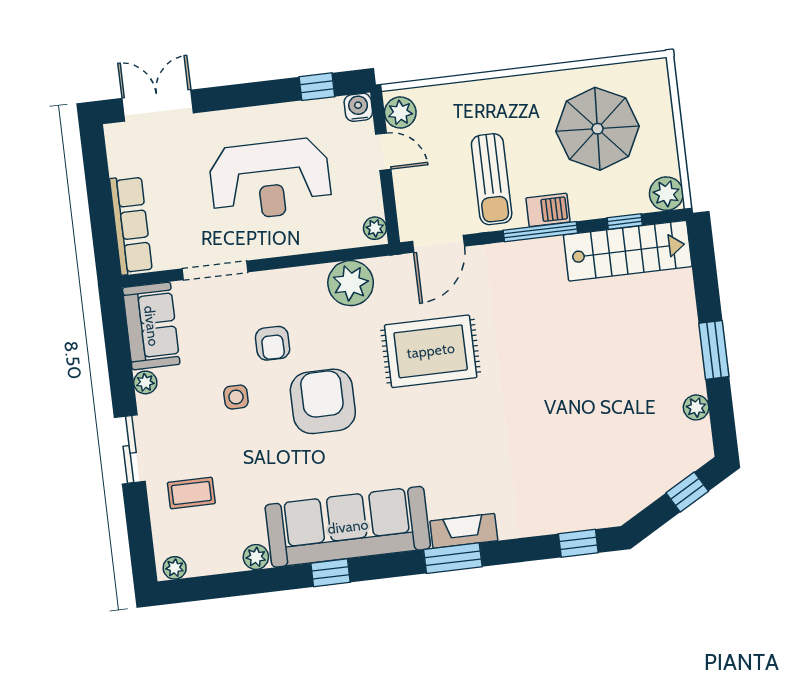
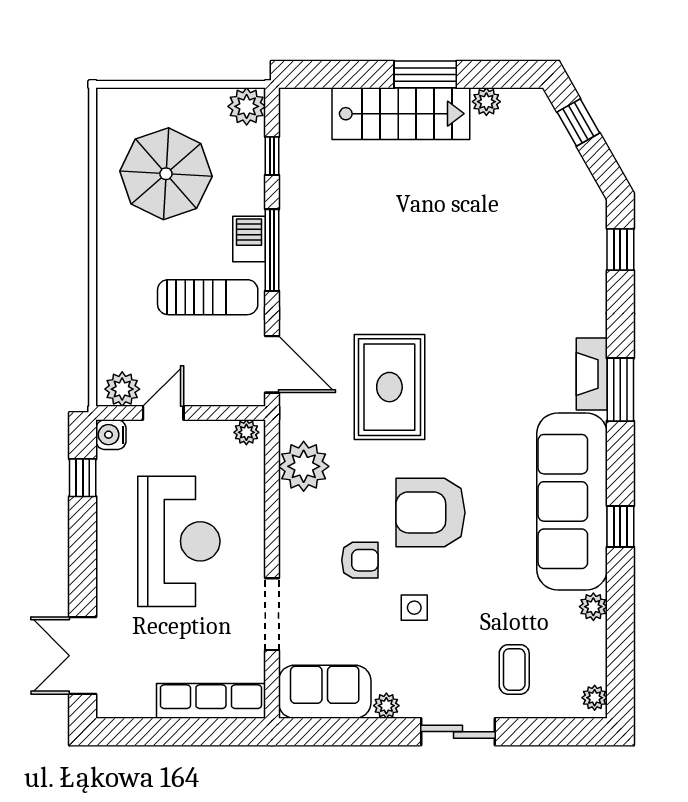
stairs: (628, 251) -> (401, 114), moved, turned 90

